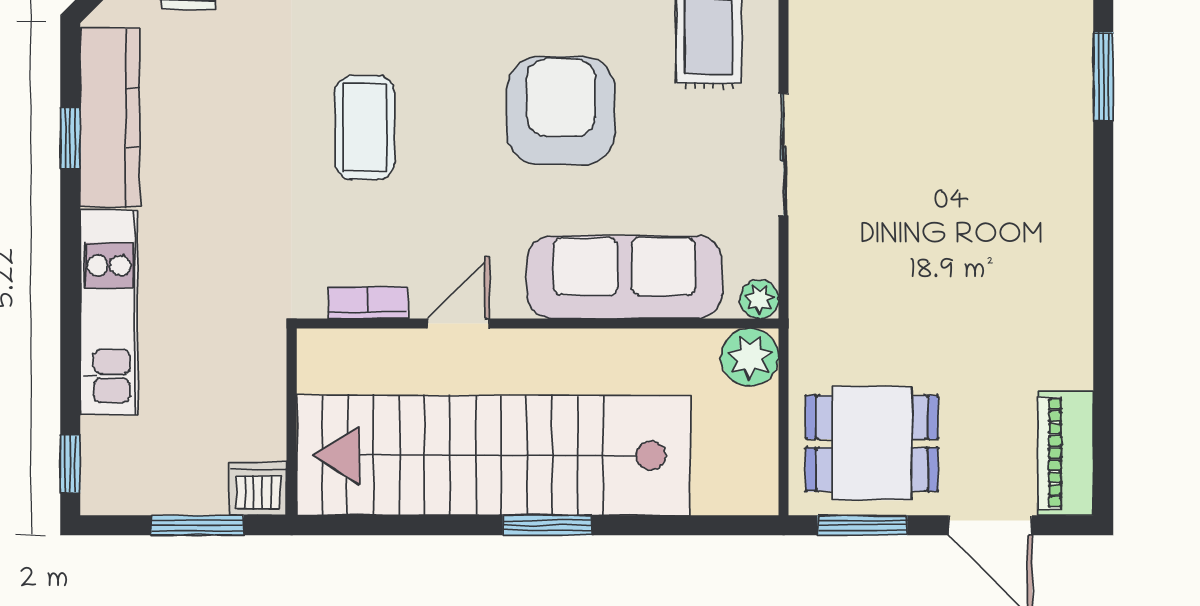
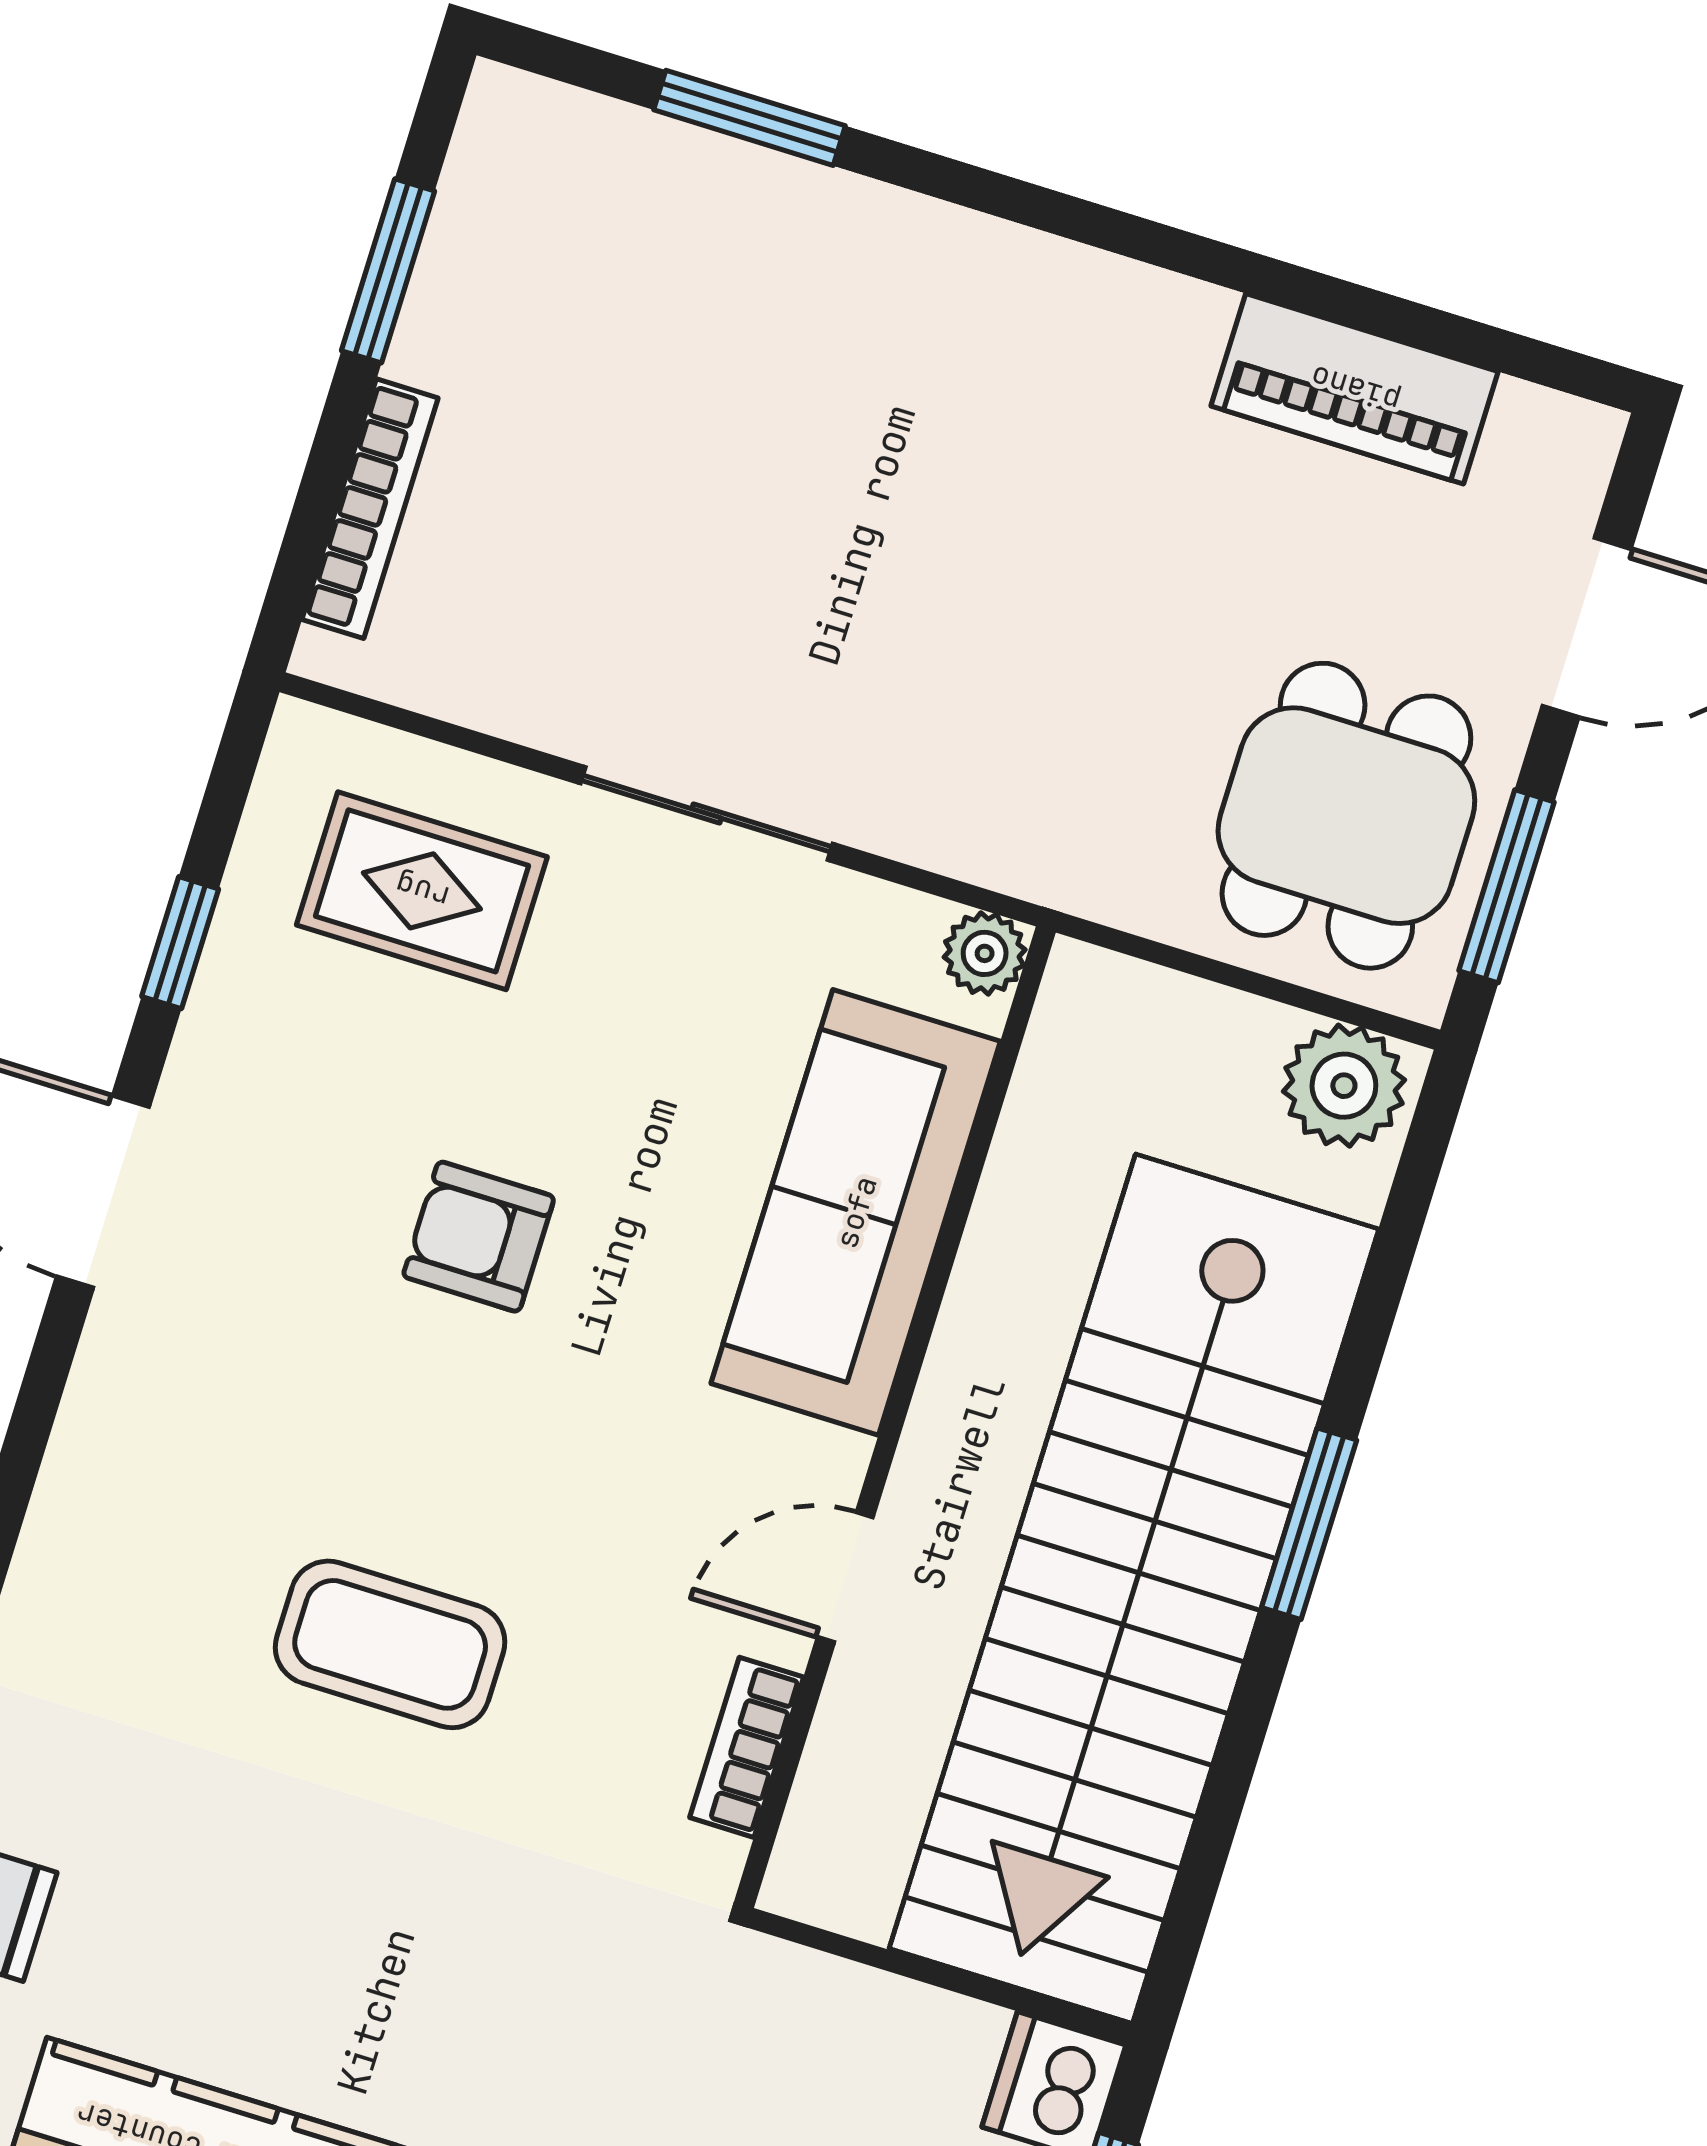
armchair: (561, 111) -> (479, 1237), width x0.53, depth x0.53
door: (458, 324) -> (845, 1577), hinge flipped
plant: (750, 357) -> (1344, 1086), moved
piano: (1066, 453) -> (1355, 389), moved

